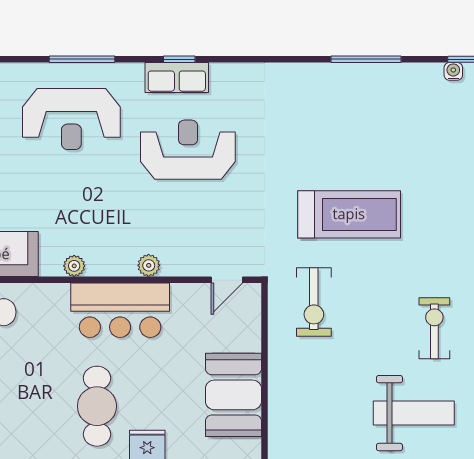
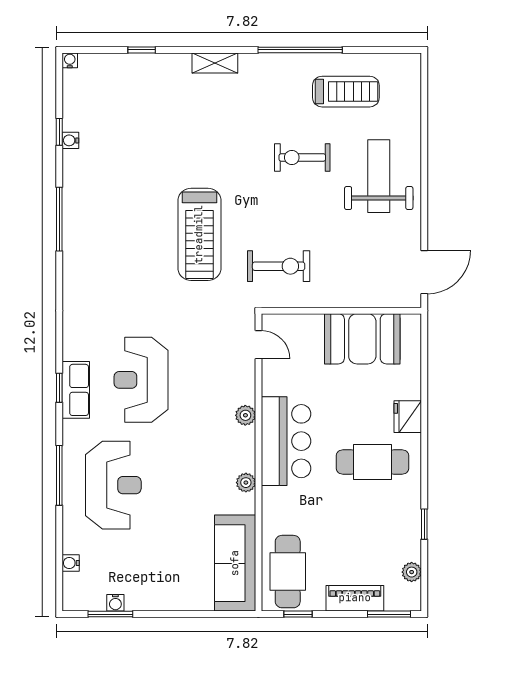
treadmill: (349, 214) -> (199, 234), turned 180

